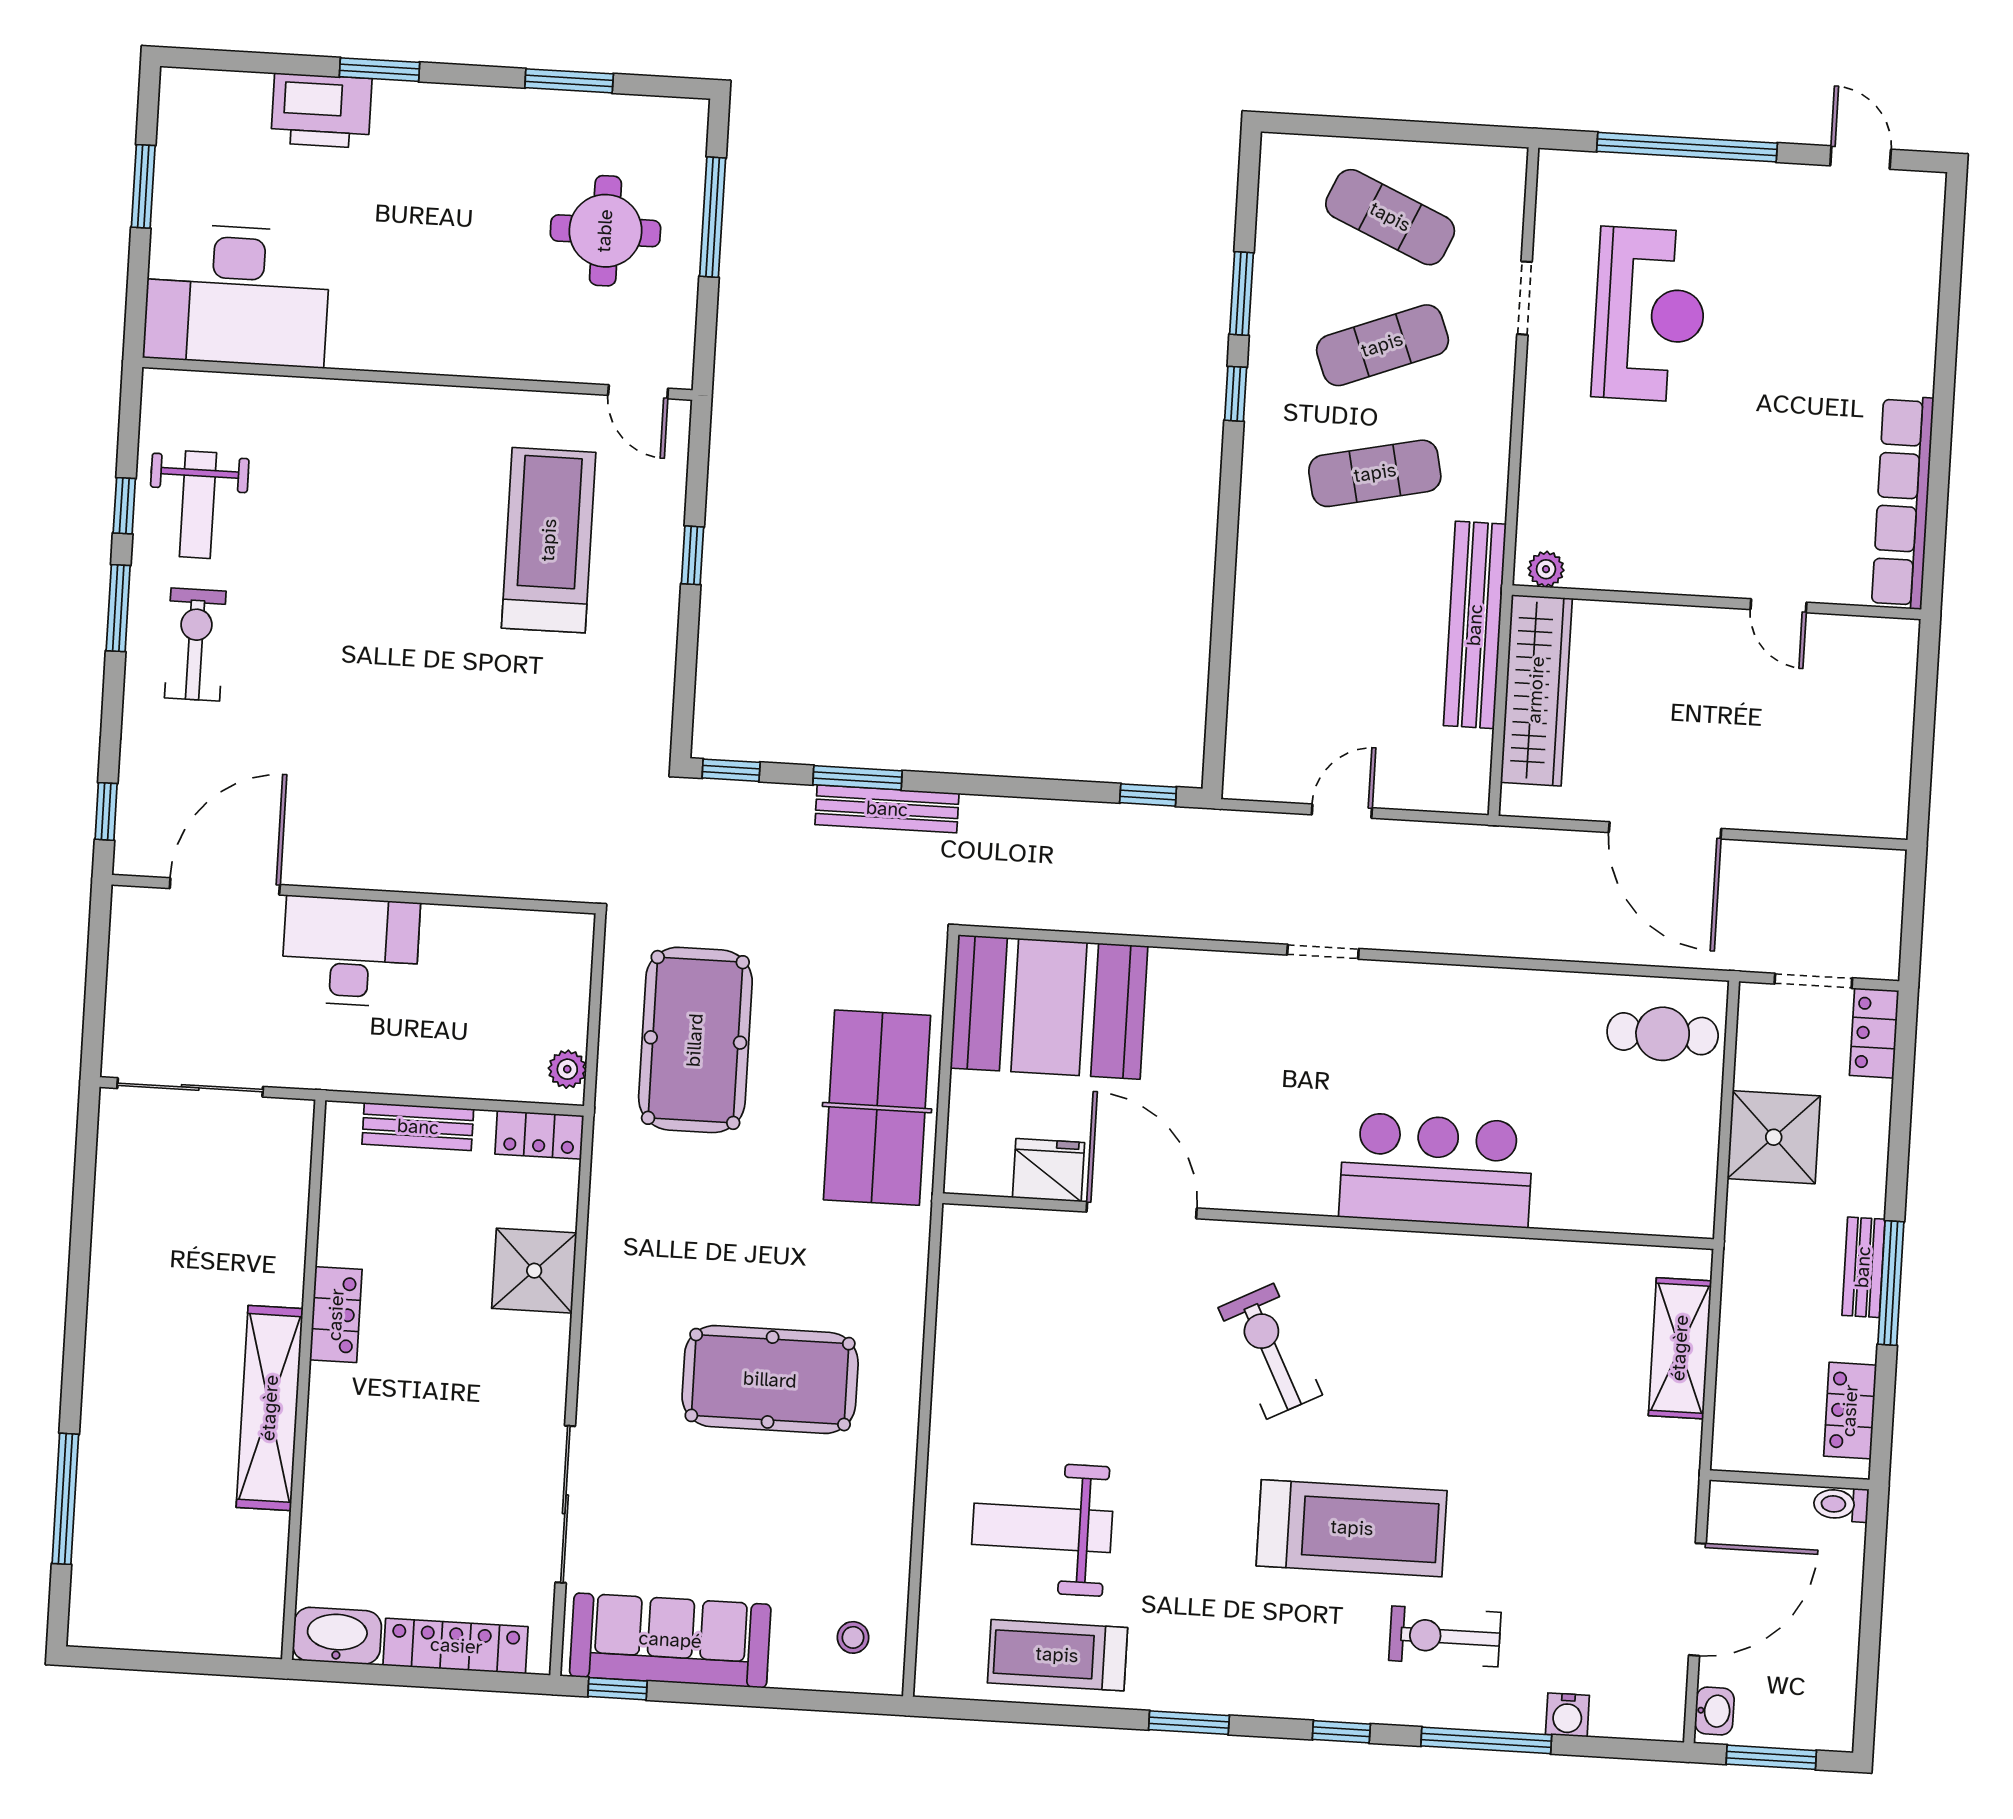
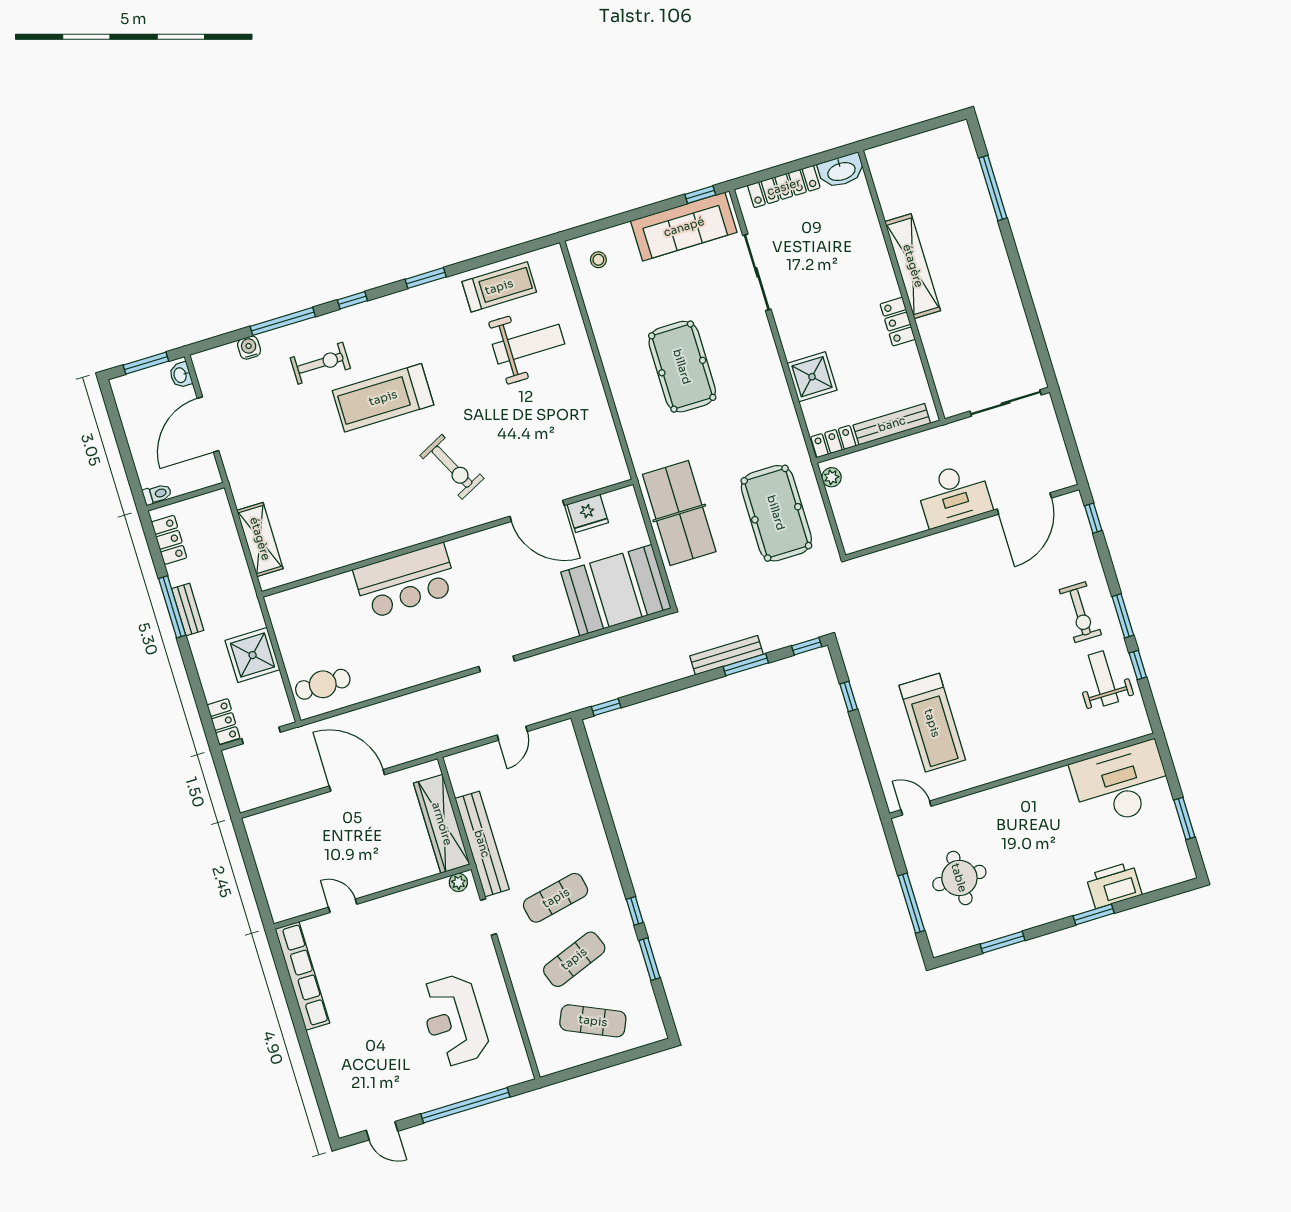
doorway: (1525, 298) -> (489, 917), moved
window: (693, 555) -> (849, 696), moved
bench: (418, 1127) -> (892, 424), width x1.36
pool table: (770, 1380) -> (682, 367), turned 90

